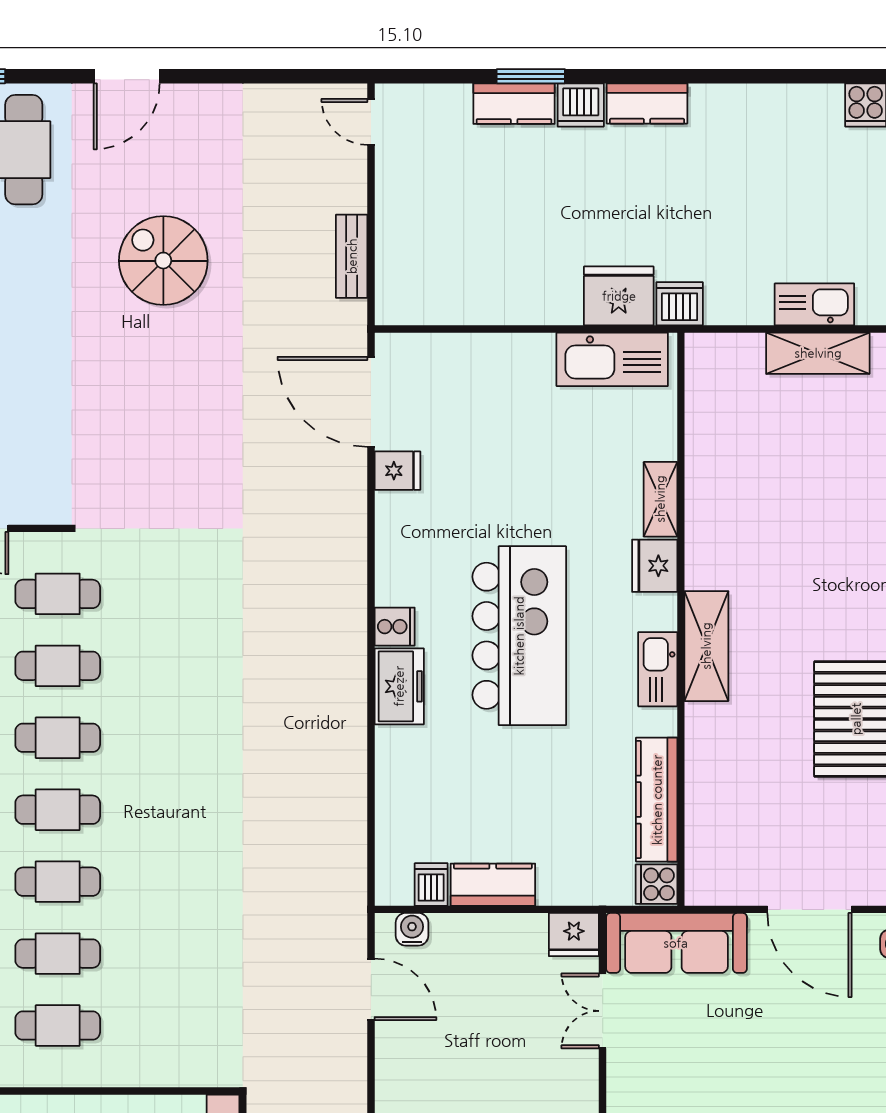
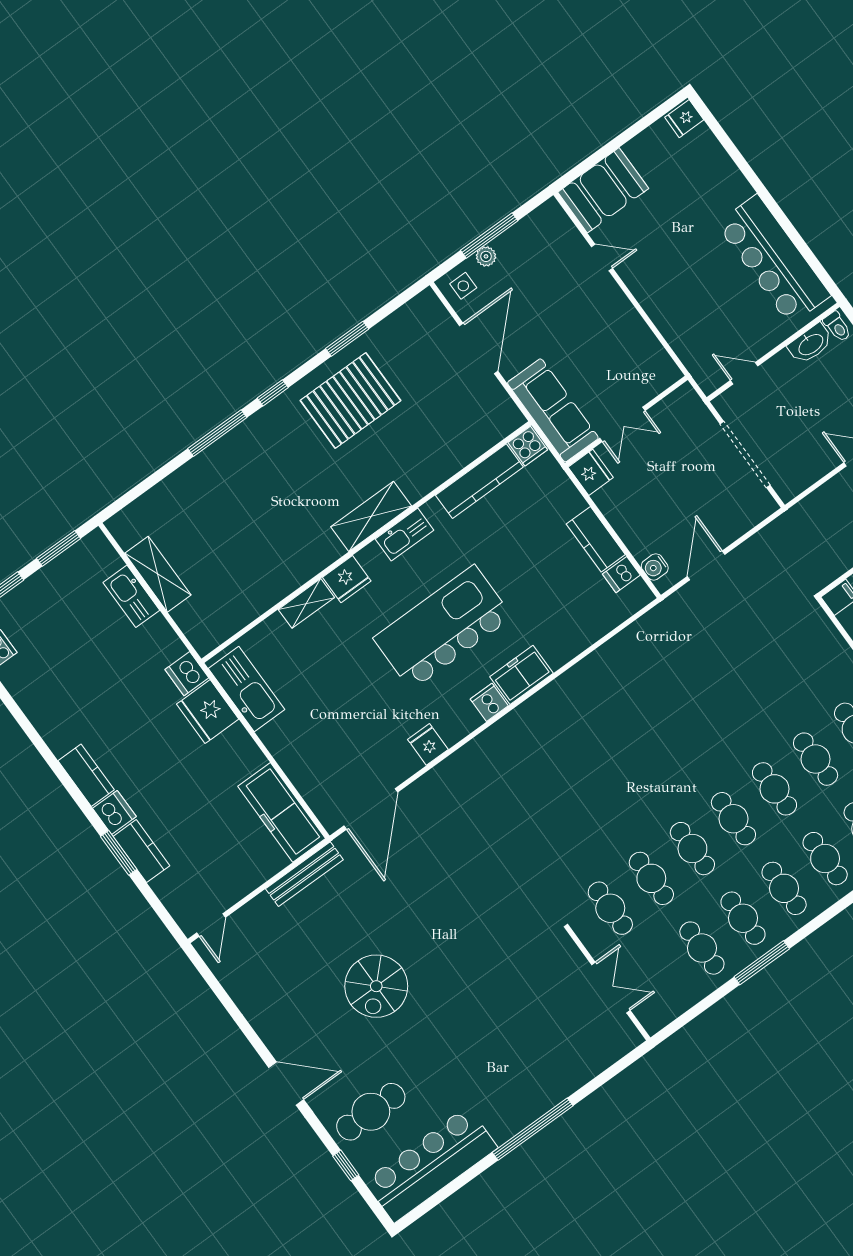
bench: (352, 256) -> (304, 874), width x1.36
freezer: (441, 297) -> (282, 812), added
fridge: (398, 471) -> (428, 744), moved

